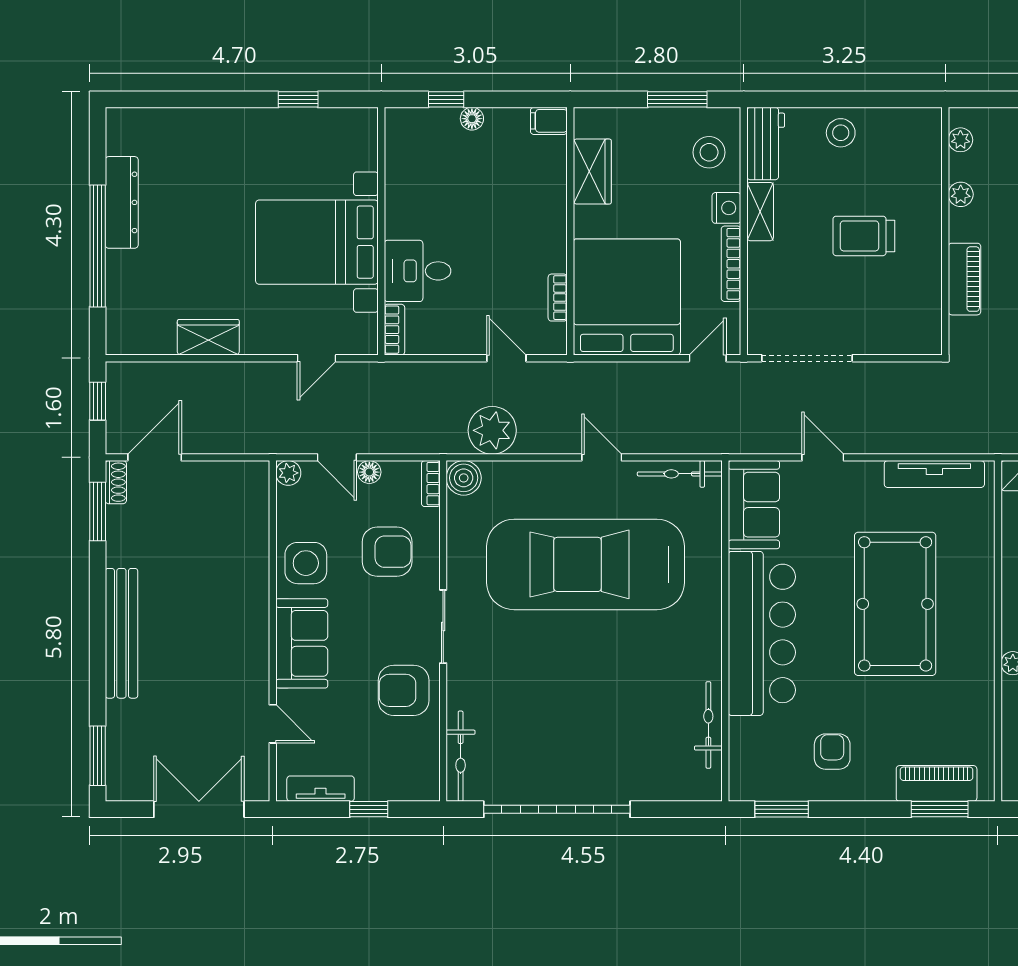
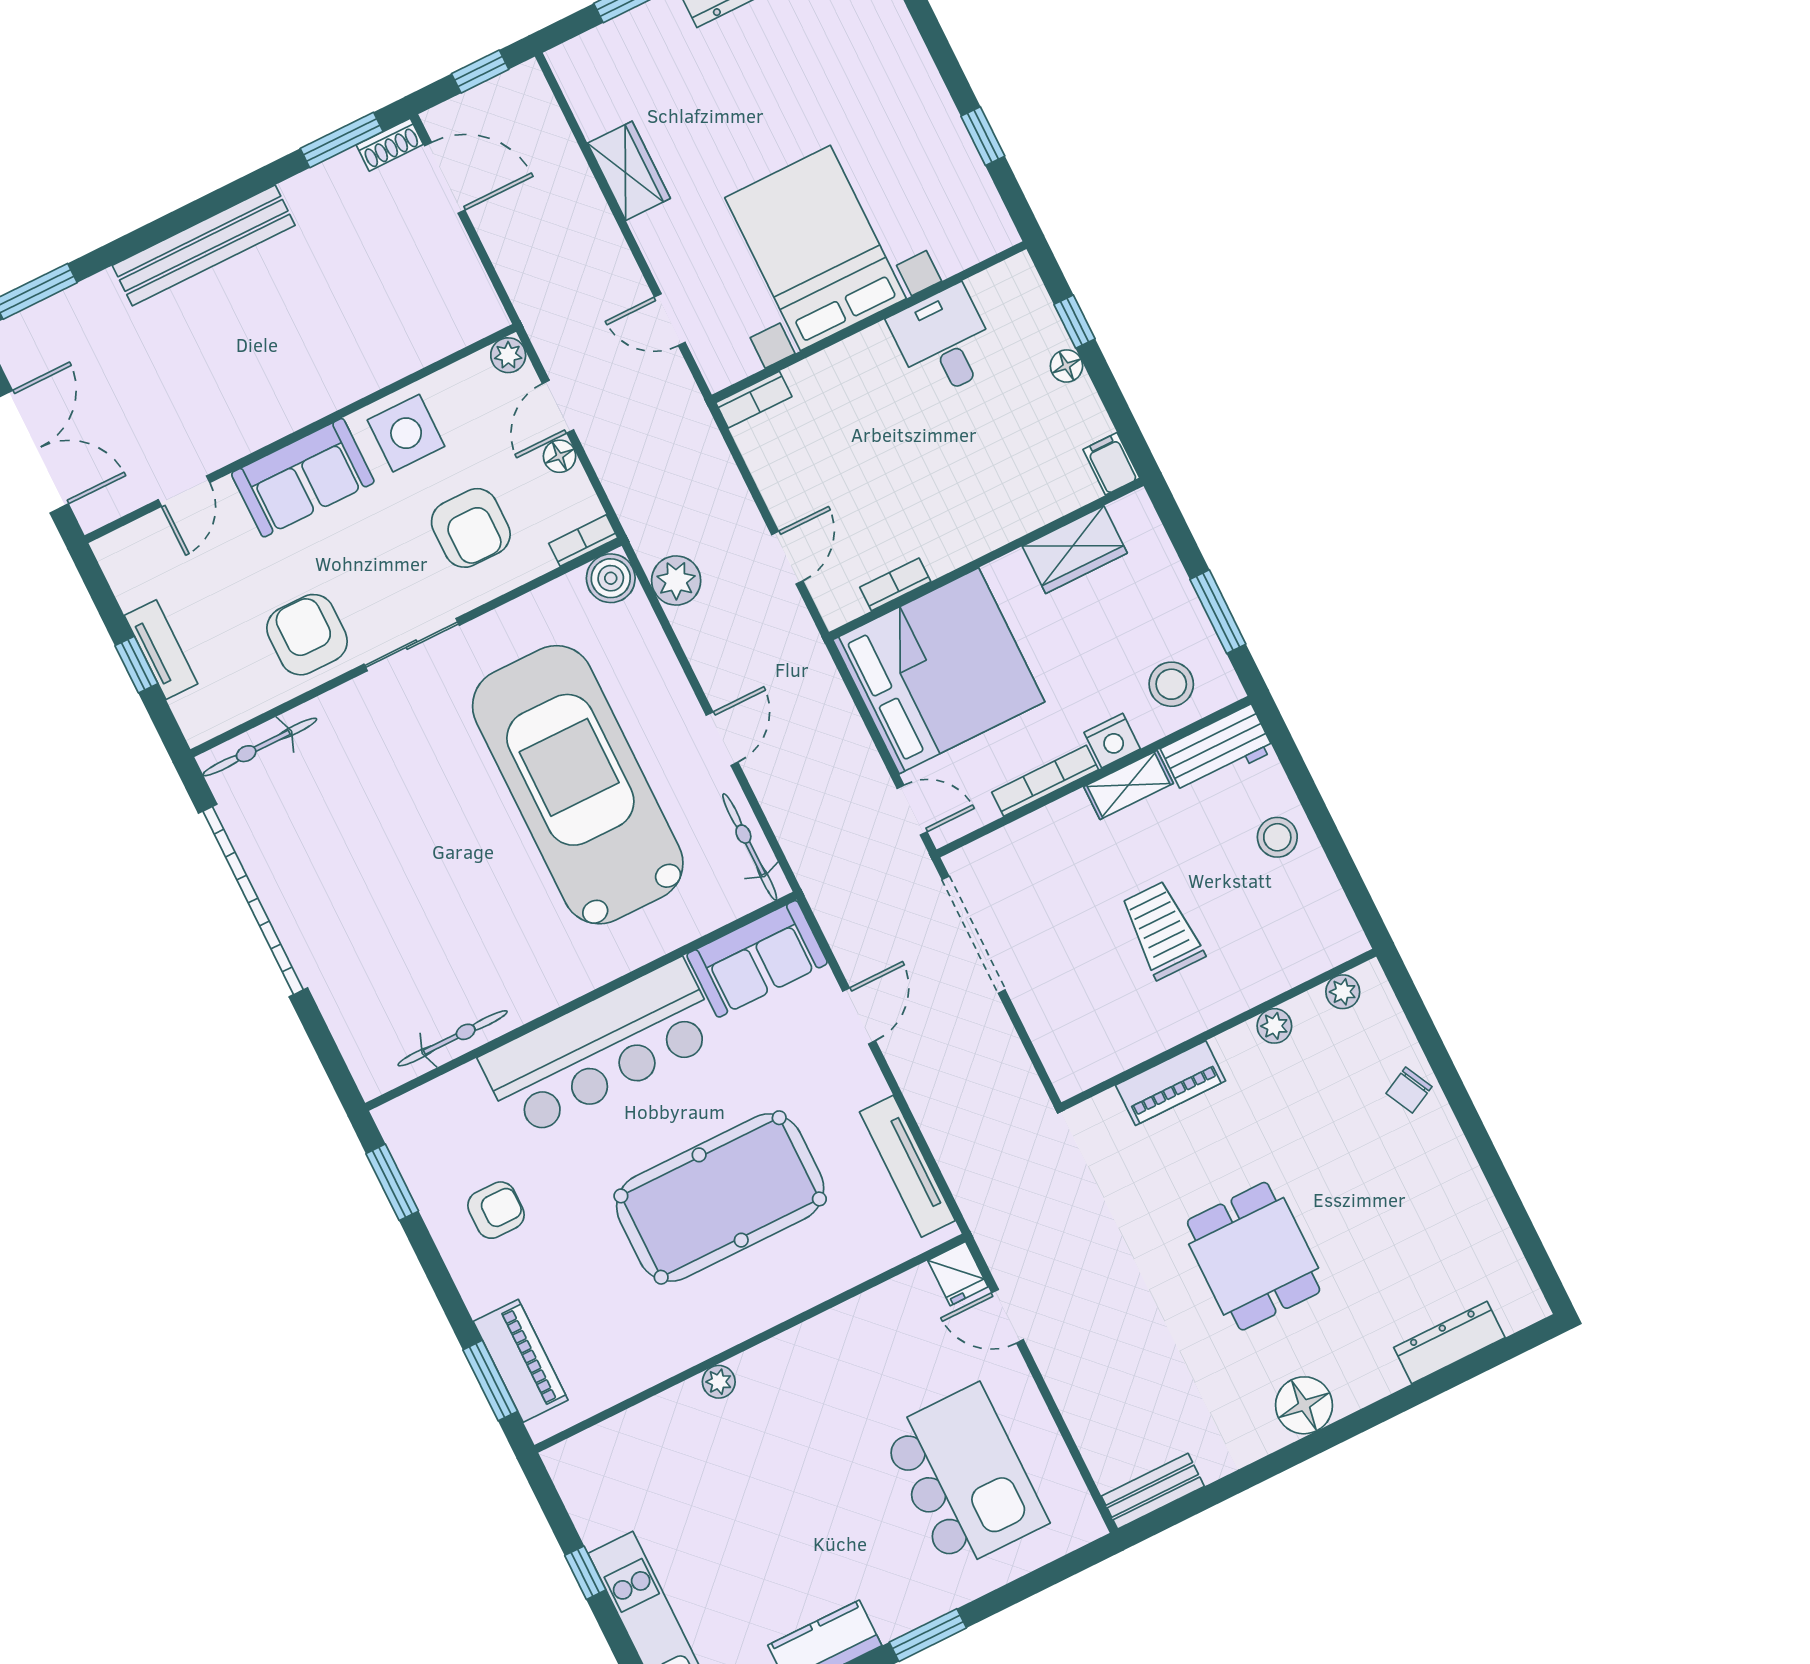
desk: (417, 271) -> (944, 342), moved
plant: (492, 430) -> (676, 581), width x0.73, depth x0.73
tv unit: (321, 789) -> (161, 650), moved

